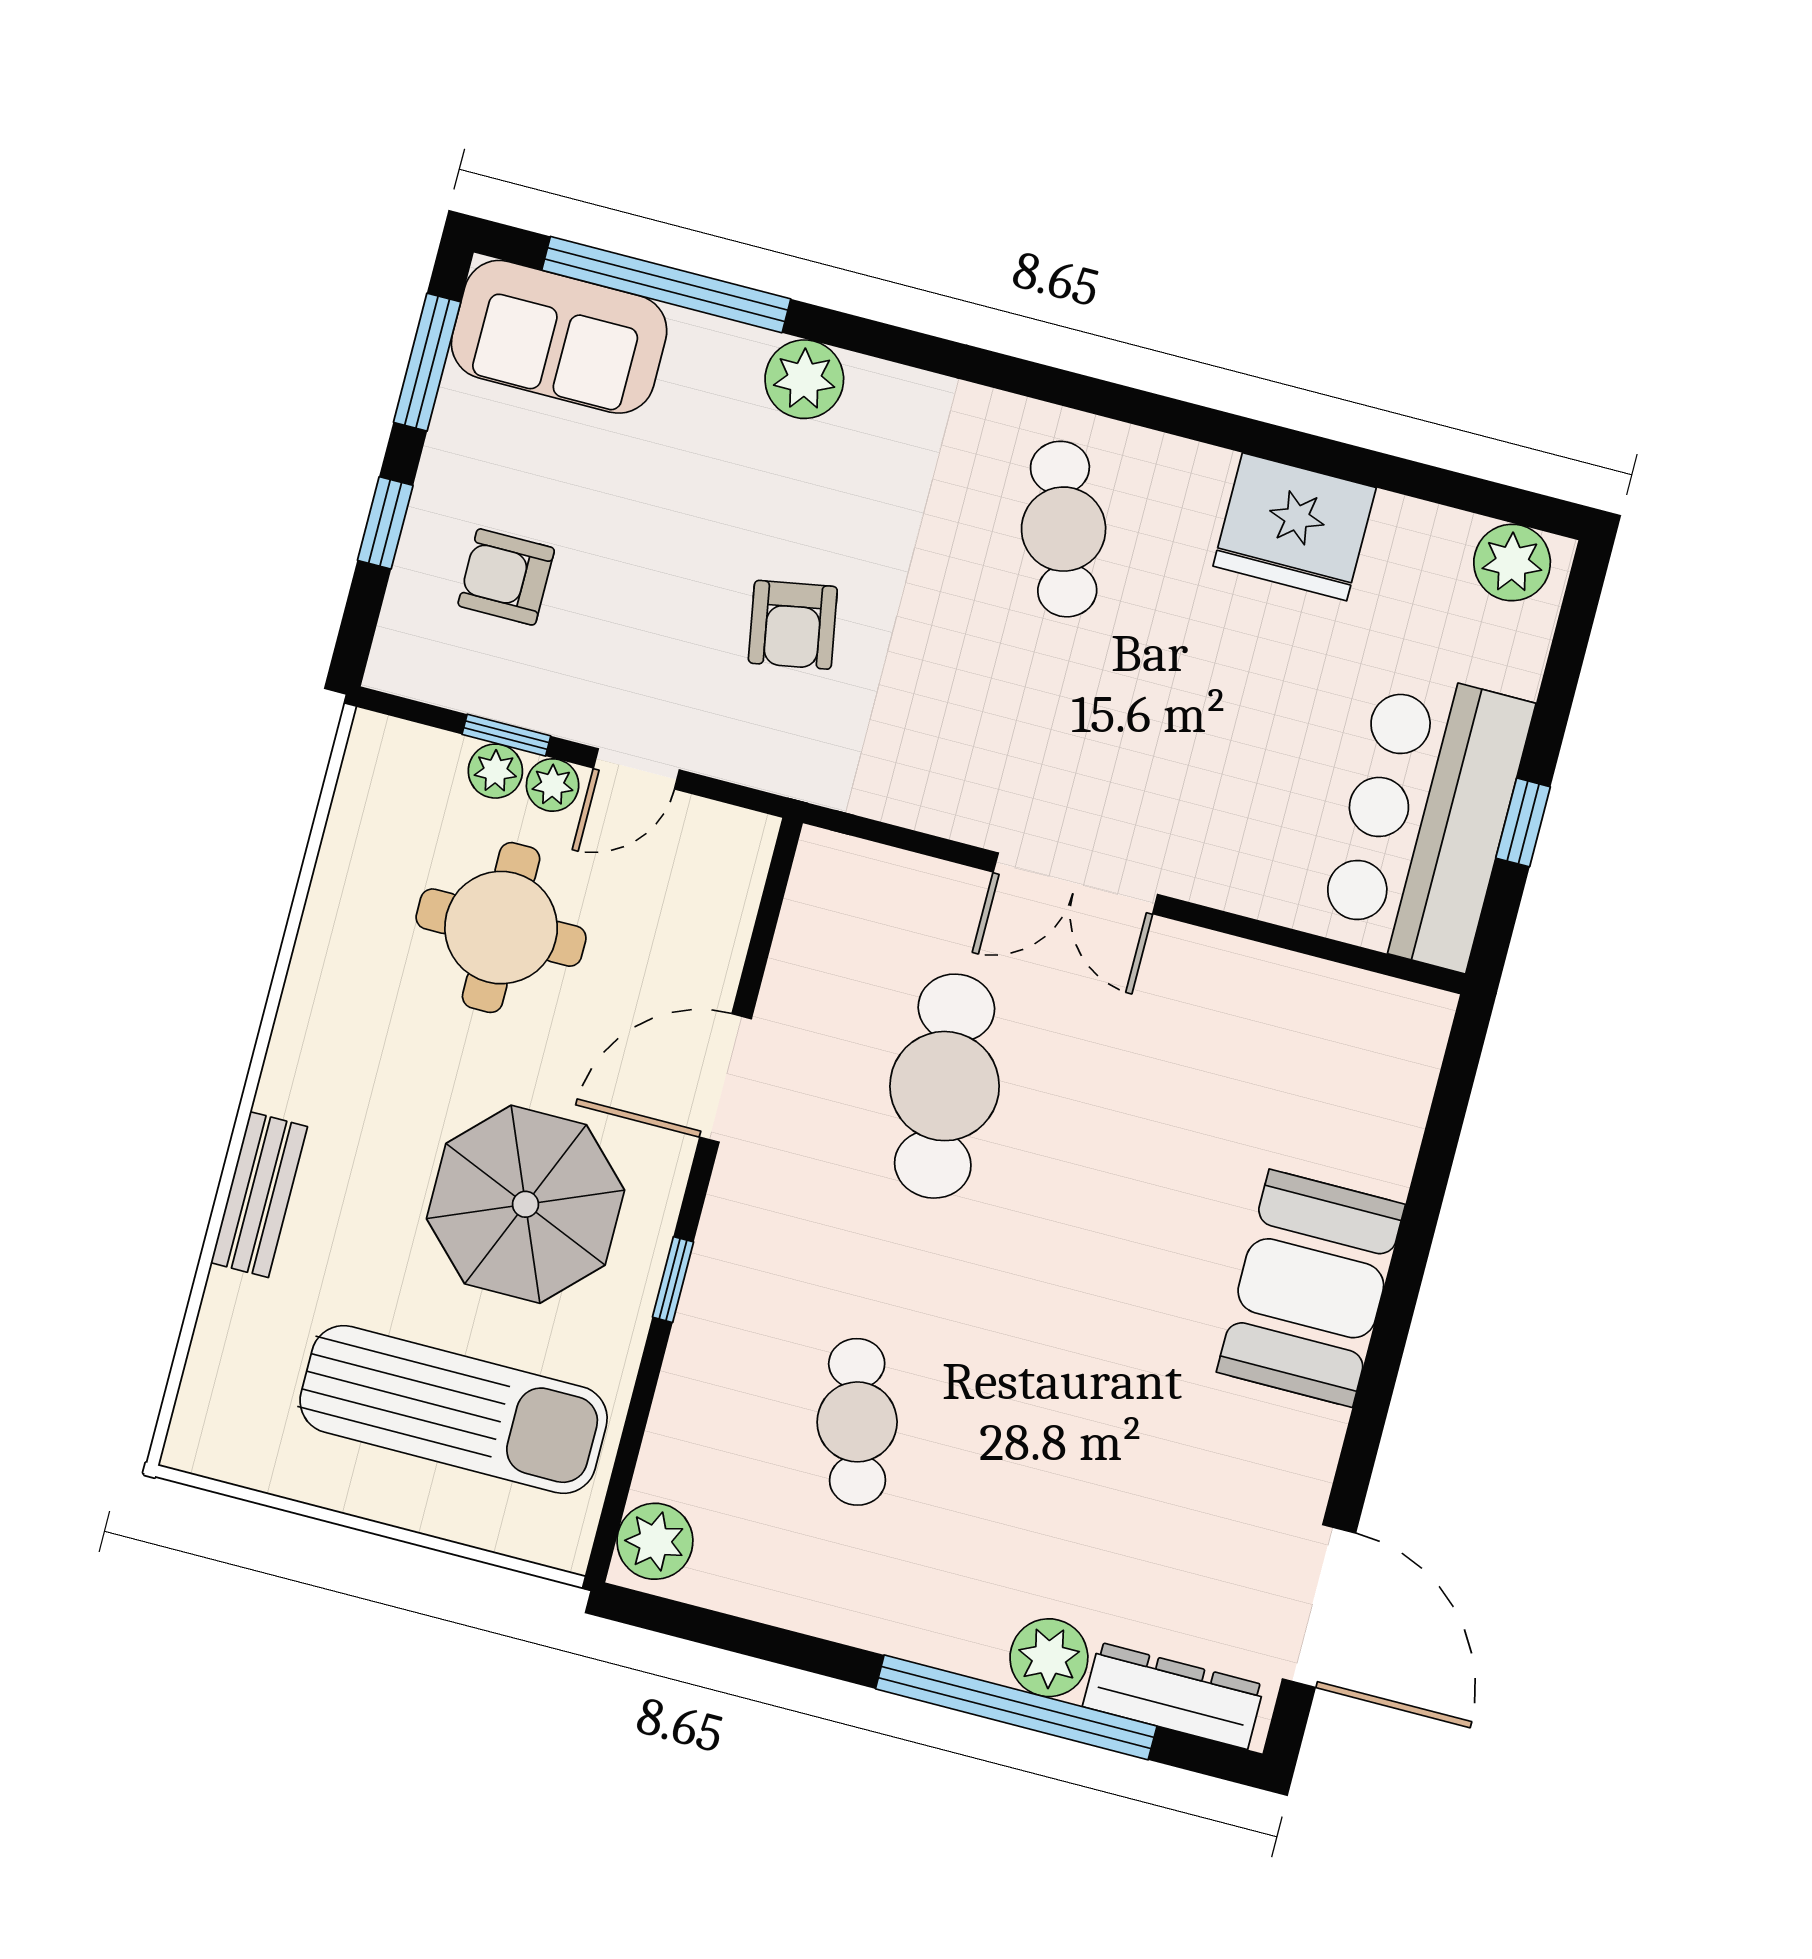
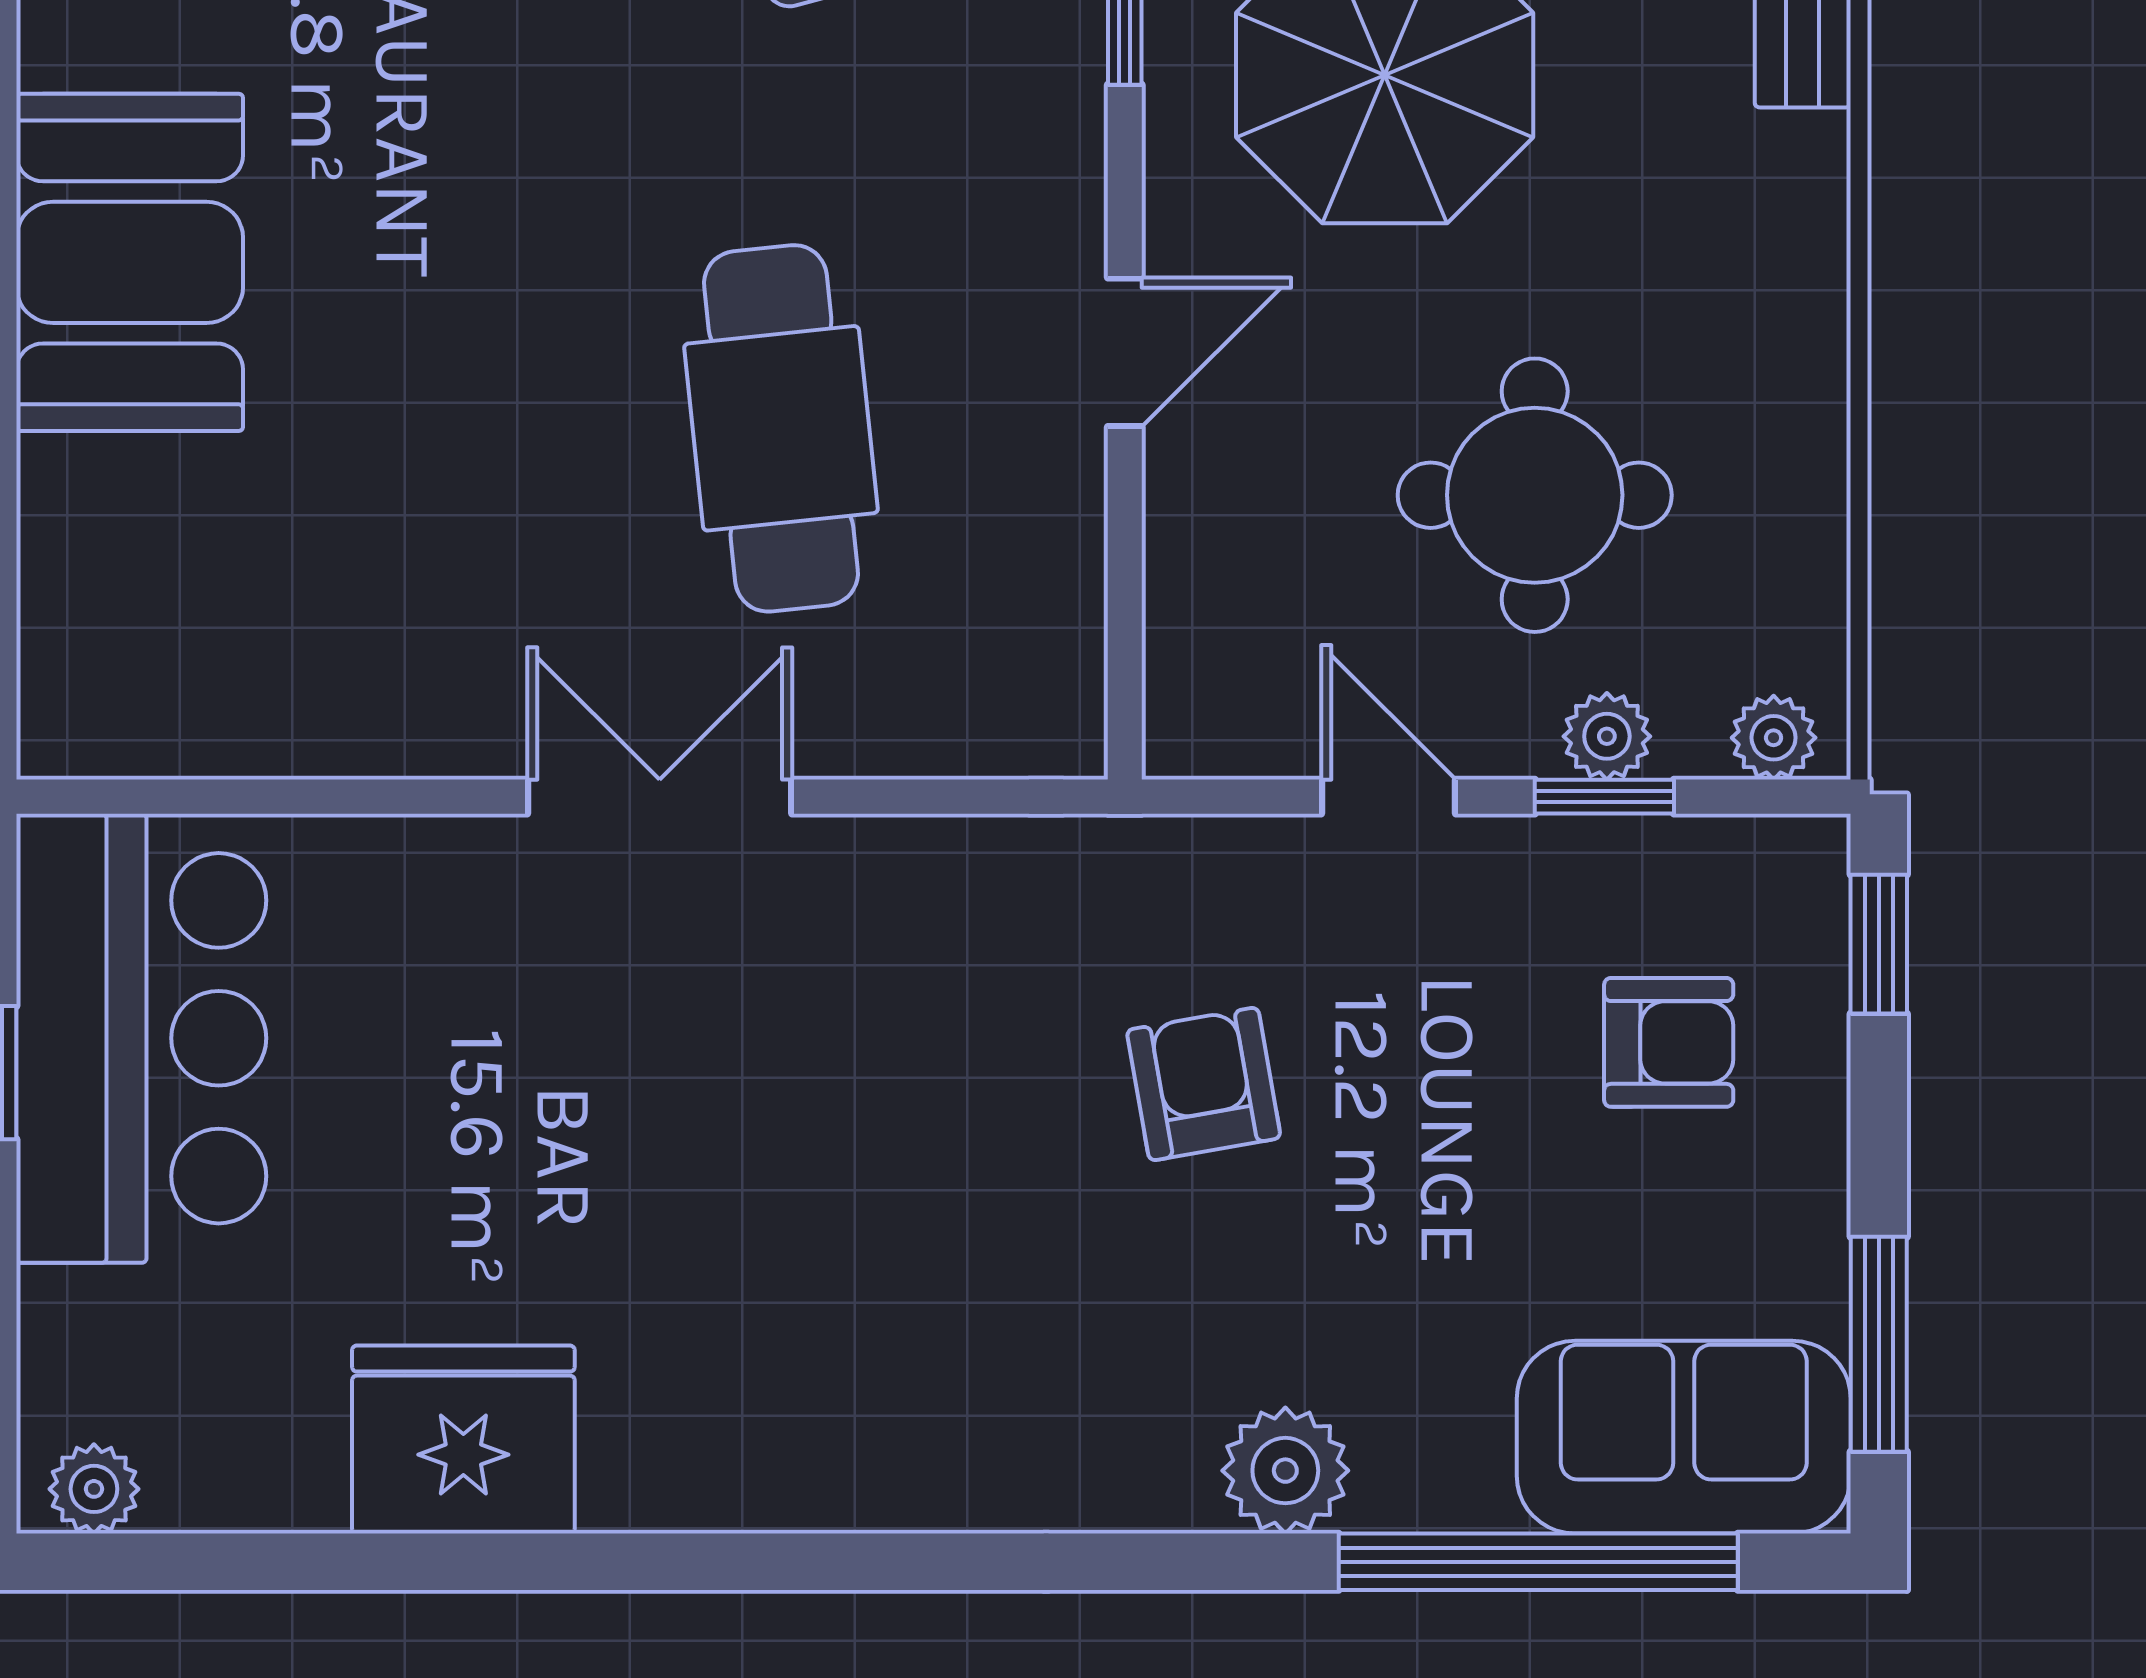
window: (385, 523) -> (1879, 944), moved
cafe table: (1064, 529) -> (822, 1343), removed
plant: (1512, 563) -> (94, 1489), width x0.73, depth x0.73
door: (636, 769) -> (1389, 797), hinge flipped
plant: (553, 785) -> (1774, 738), moved
door: (726, 1078) -> (1125, 352), width x0.73

